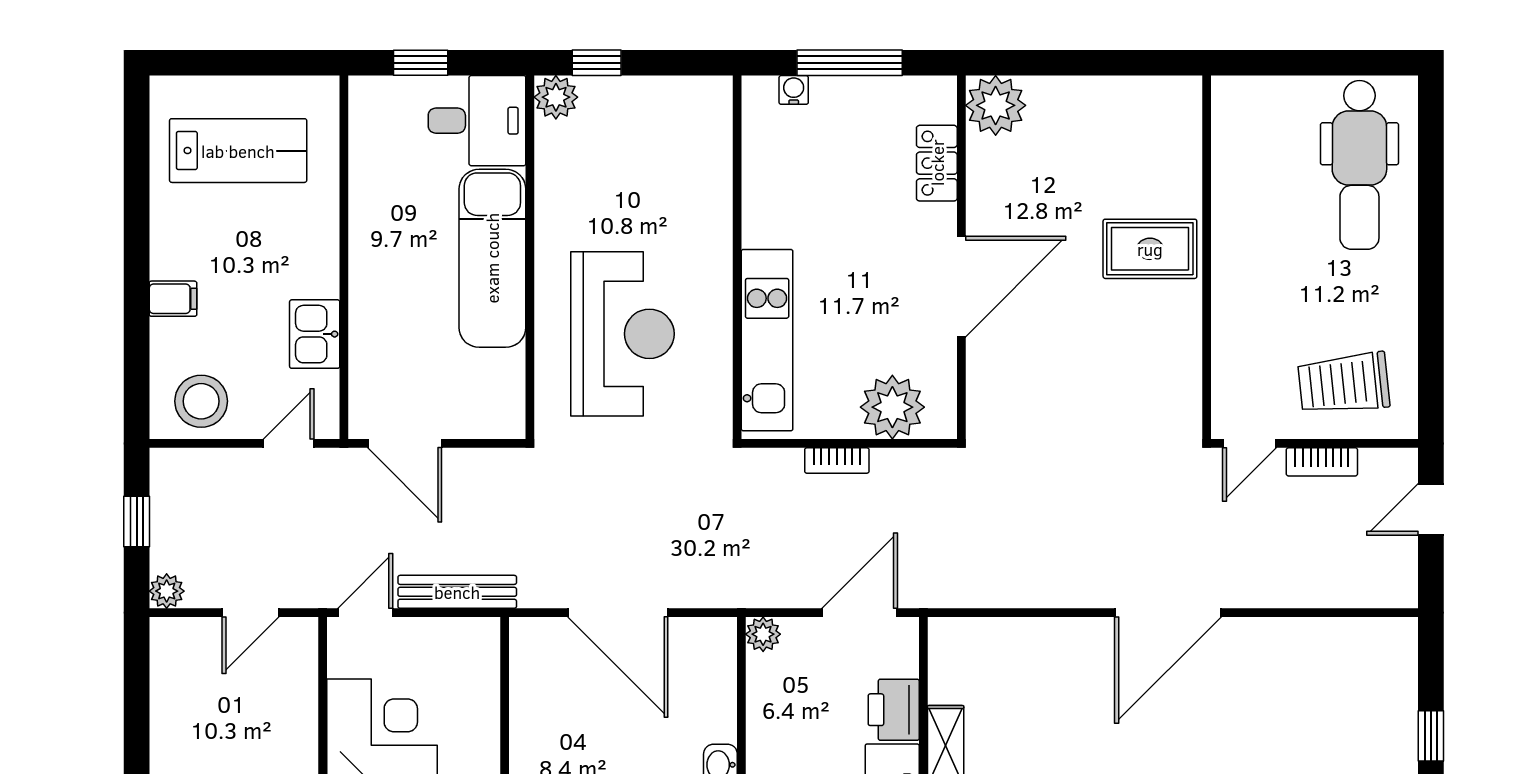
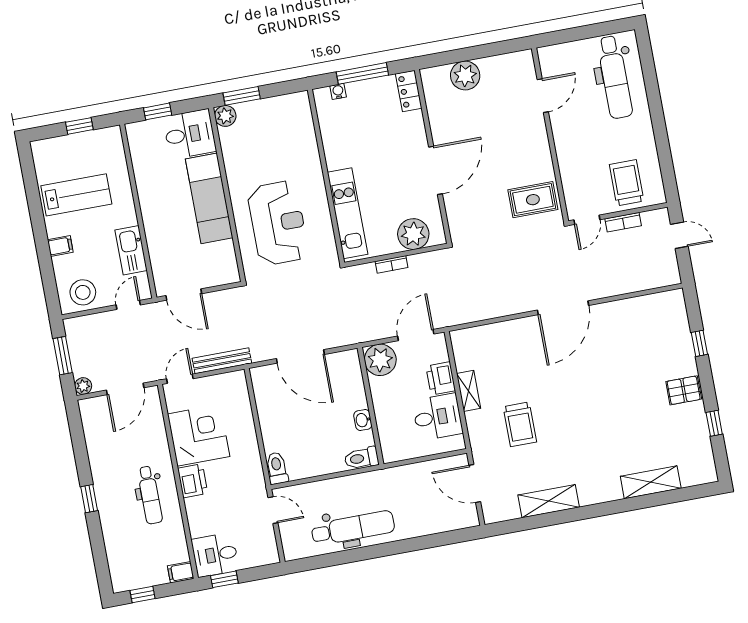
window: (257, 63) -> (79, 126), added
window: (597, 63) -> (242, 96), width x1.50
plant: (996, 105) -> (465, 75), moved
lab bench: (238, 151) -> (76, 195), moved
locker: (937, 163) -> (409, 91), moved
door: (1207, 176) -> (543, 96), added
rug: (1150, 249) -> (533, 200), moved
kitchen sink: (315, 334) -> (131, 250), width x1.38
trolley: (1344, 383) -> (627, 183), turned 96
door: (1431, 509) -> (679, 235), swing flipped
window: (137, 522) -> (63, 356), width x1.50
door: (250, 613) -> (125, 389), width x1.38
plant: (763, 634) -> (380, 360), width x1.88, depth x1.88

